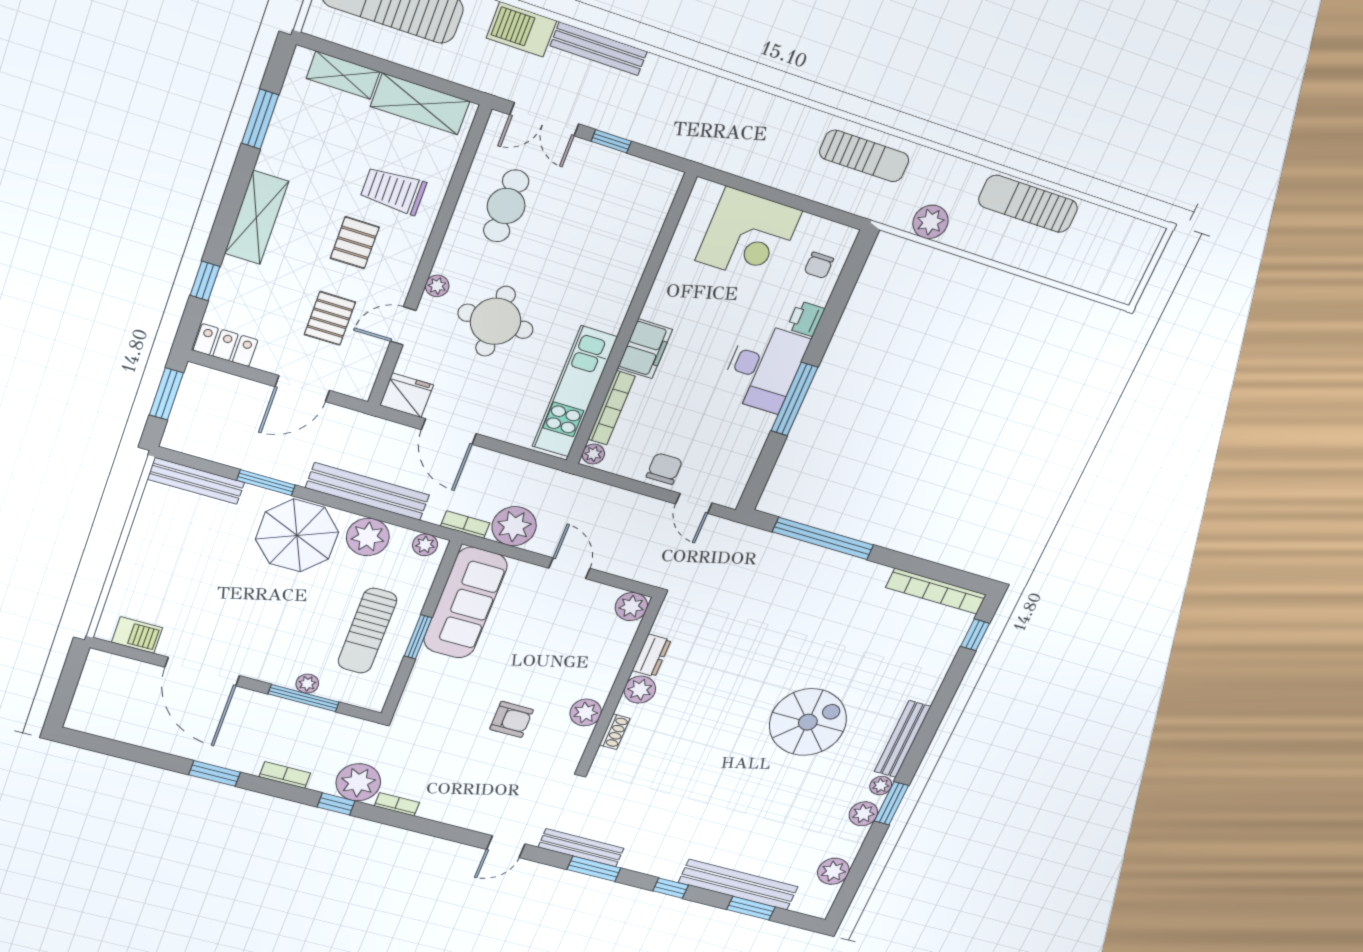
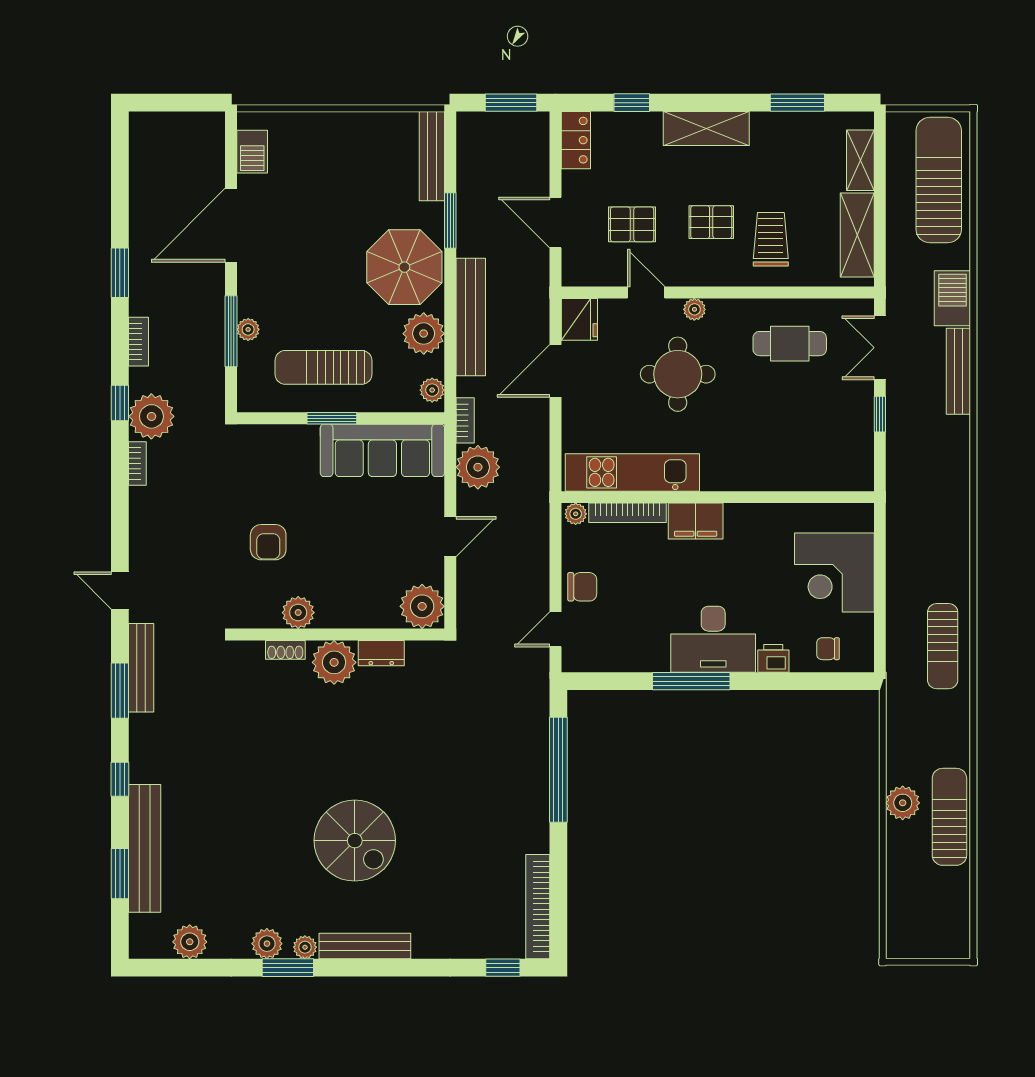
plant: (930, 222) -> (903, 803), moved
plant: (631, 607) -> (422, 606), width x1.36, depth x1.36
plant: (640, 690) -> (334, 662), width x1.36, depth x1.36

